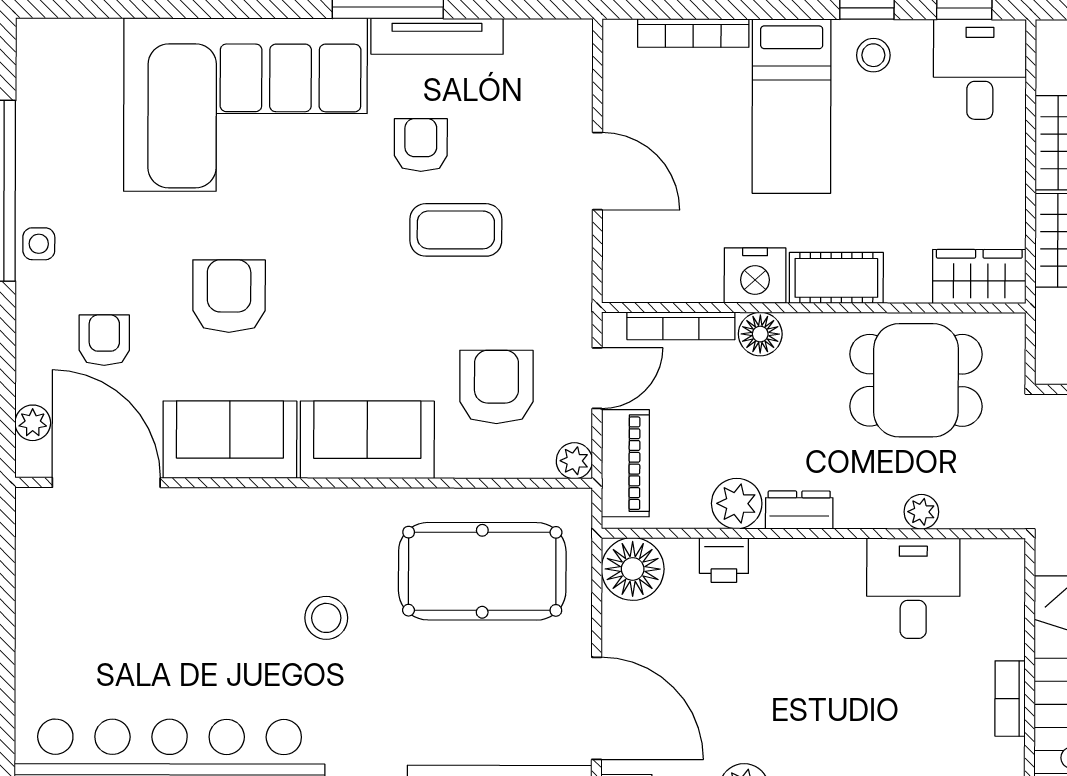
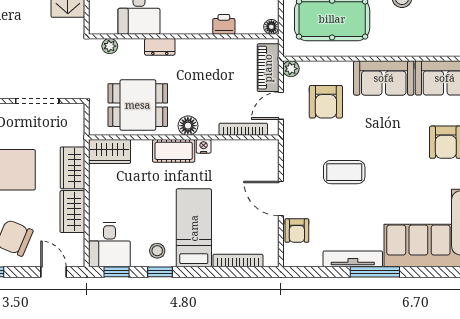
armchair: (421, 145) -> (297, 231), moved
nightstand: (755, 276) -> (204, 146), width x0.53, depth x0.56
floor lamp: (760, 334) -> (188, 126), moved
plant: (737, 504) -> (218, 50), removed
dresser: (799, 510) -> (160, 47), moved
plant: (921, 512) -> (110, 46), moved
floor lamp: (633, 569) -> (271, 27), width x0.53, depth x0.53

